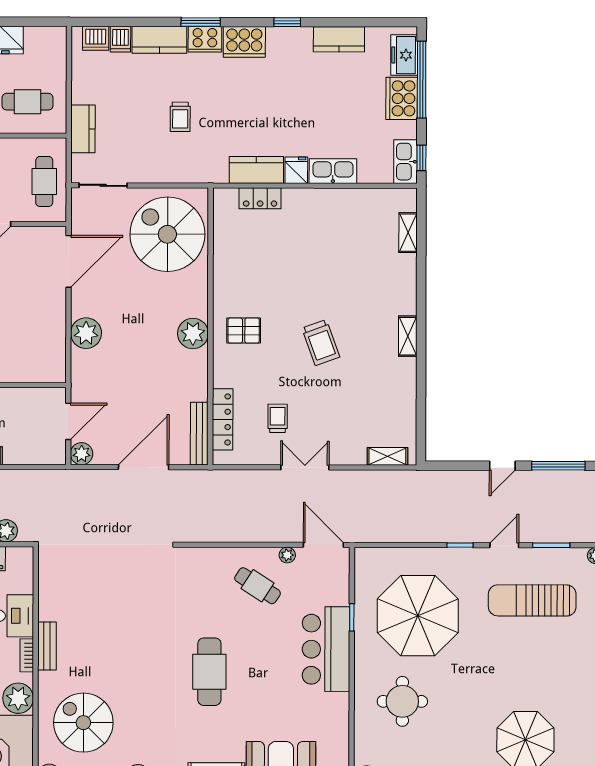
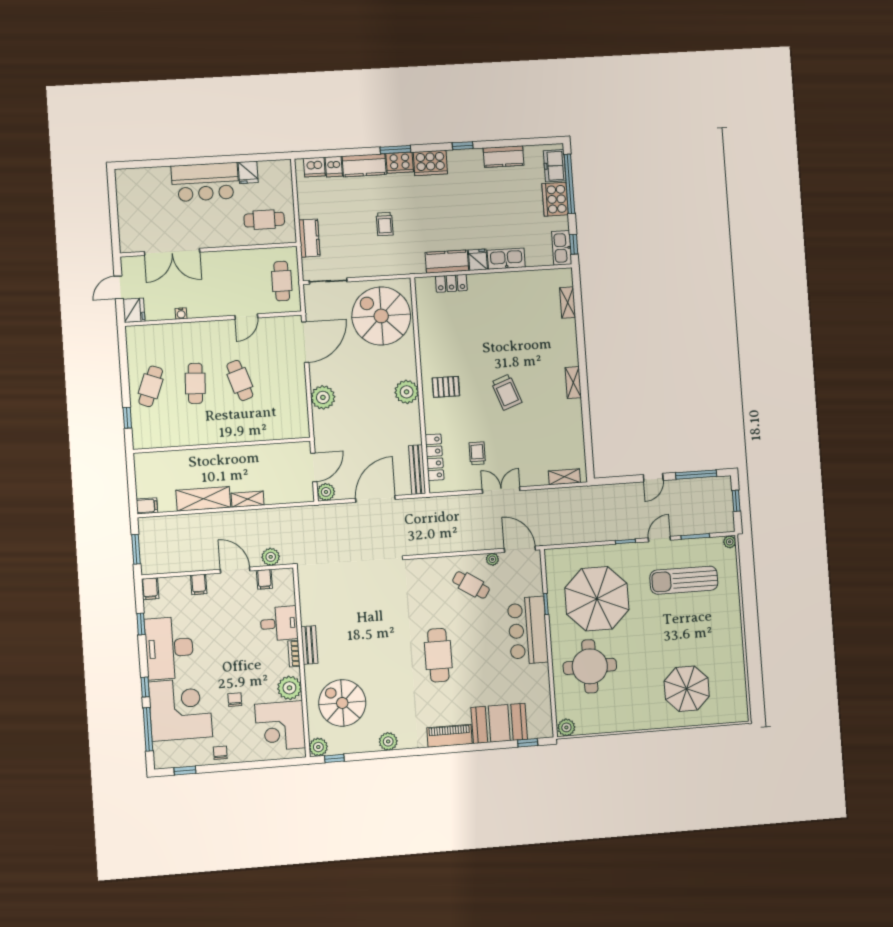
round table: (402, 701) -> (590, 666), width x1.36, depth x1.36

